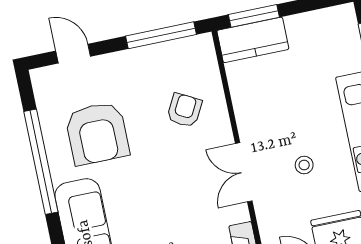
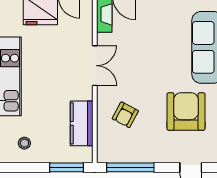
kitchen counter: (253, 40) -> (82, 123), moved, turned -90
stool: (304, 165) -> (24, 143), moved

